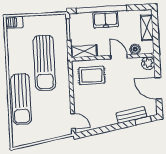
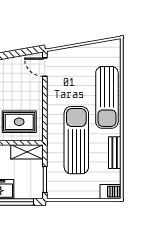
bench: (12, 54) -> (115, 153), added
sun lounger: (21, 99) -> (107, 97), turned 180

